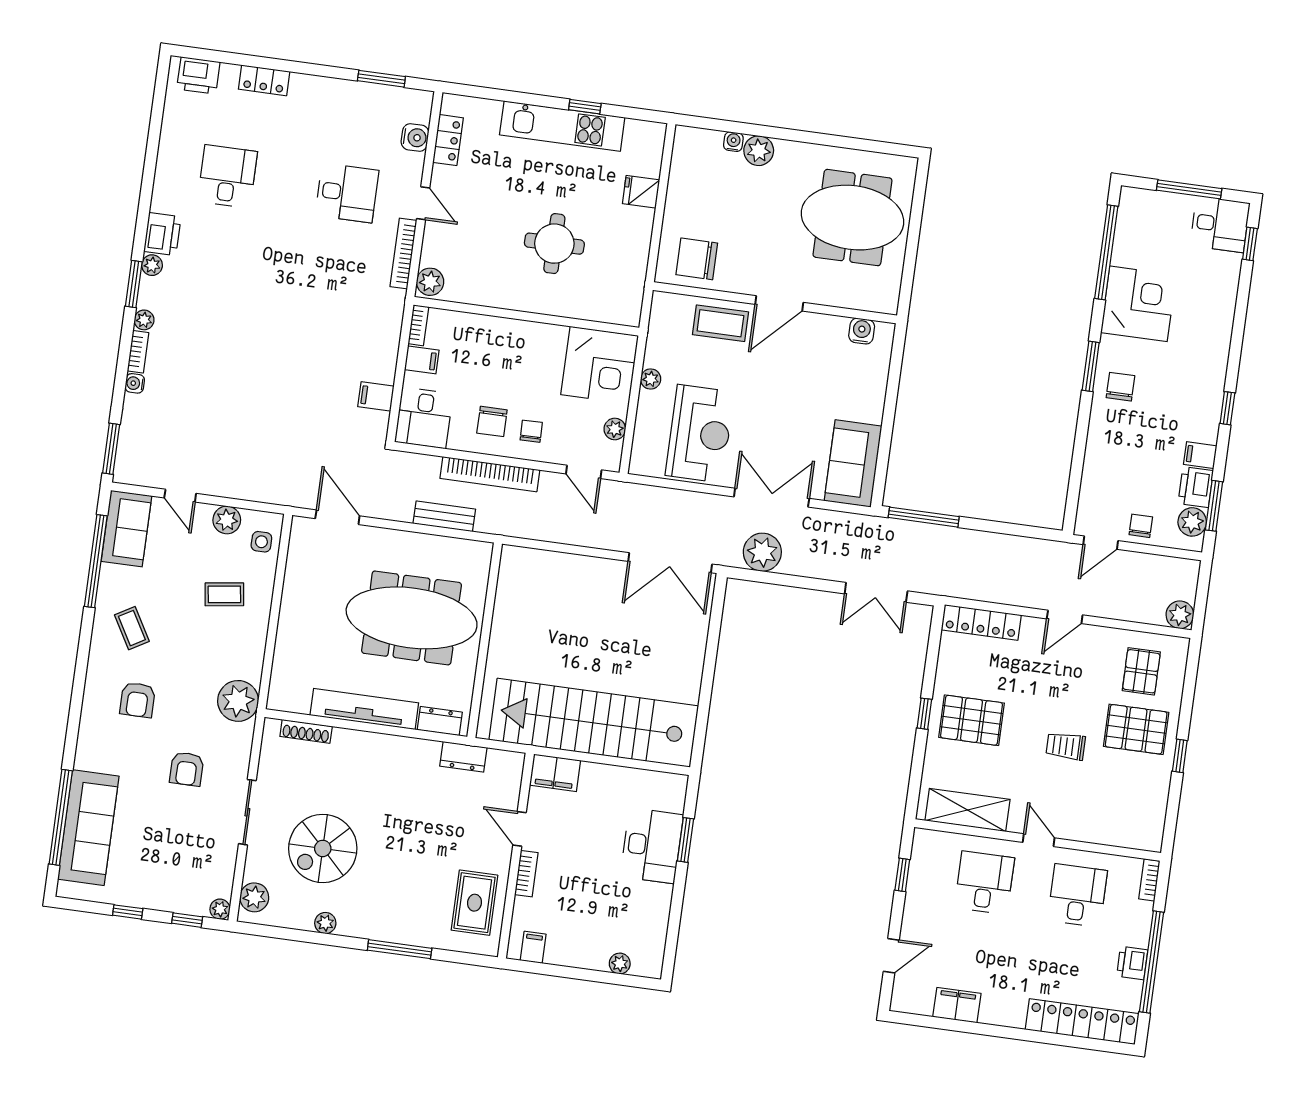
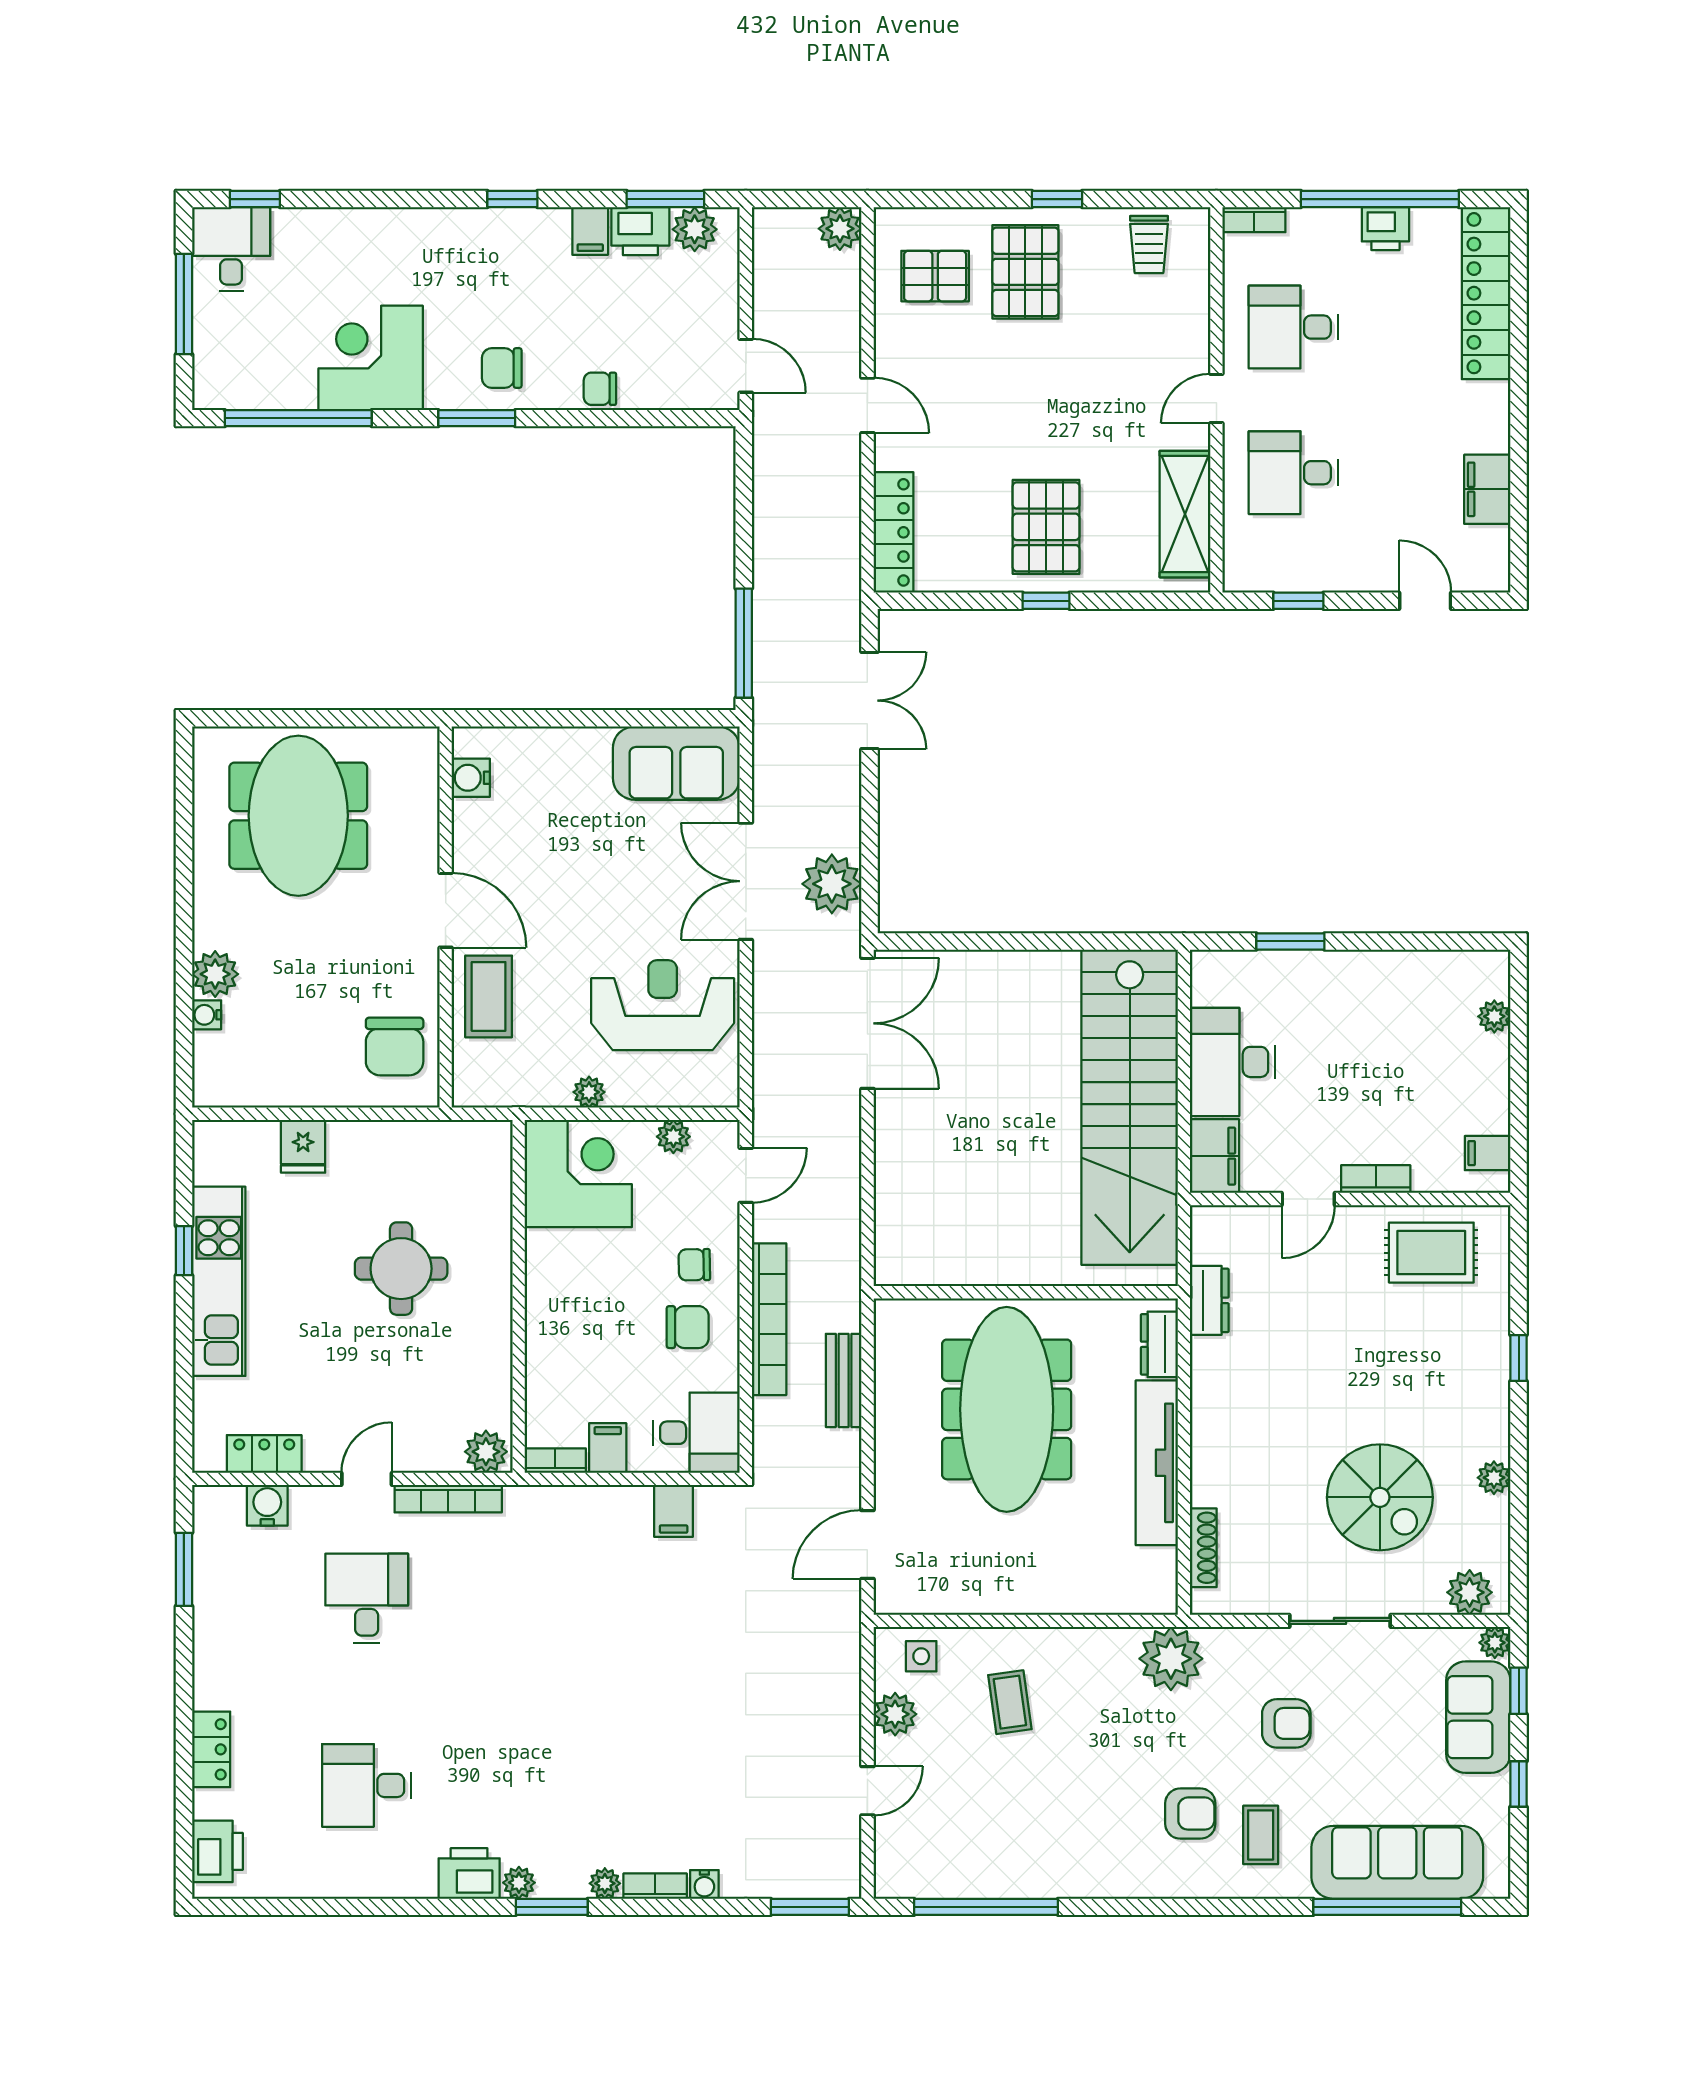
chair: (1141, 526) -> (600, 389), moved
sofa: (126, 529) -> (1478, 1717), moved, turned -90
coffee table: (132, 628) -> (1261, 1835), moved, turned -60
trolley: (1066, 746) -> (1149, 245), moved
desk: (652, 846) -> (1232, 1062), moved, turned -90
window: (400, 949) -> (1519, 1358), width x0.46

